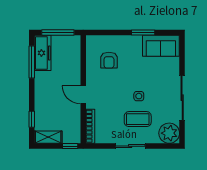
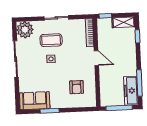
armchair: (109, 60) -> (77, 87), turned 180

